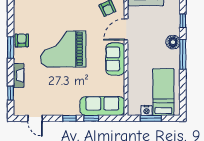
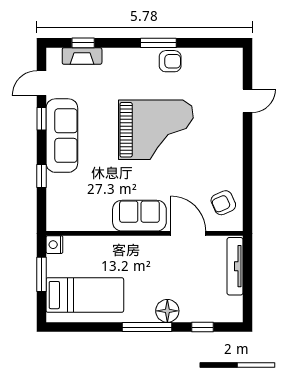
grand piano: (63, 49) -> (156, 130), turned 90
fireplace: (19, 75) -> (82, 56), moved
sofa: (102, 106) -> (62, 136), moved
nightstand: (146, 110) -> (54, 245), moved
window: (69, 118) -> (42, 119), moved

